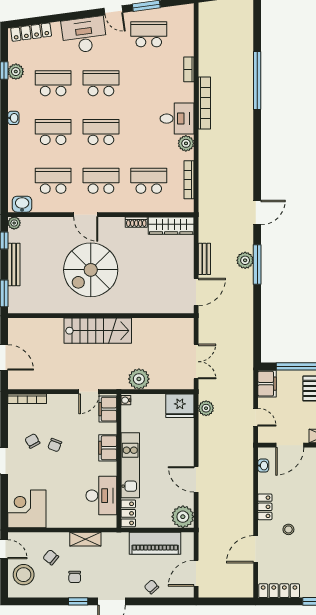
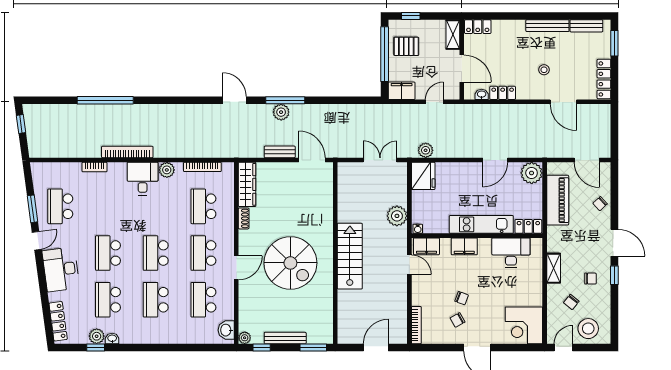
washbasin: (13, 118) -> (112, 339), moved
locker: (265, 507) -> (503, 93), moved

